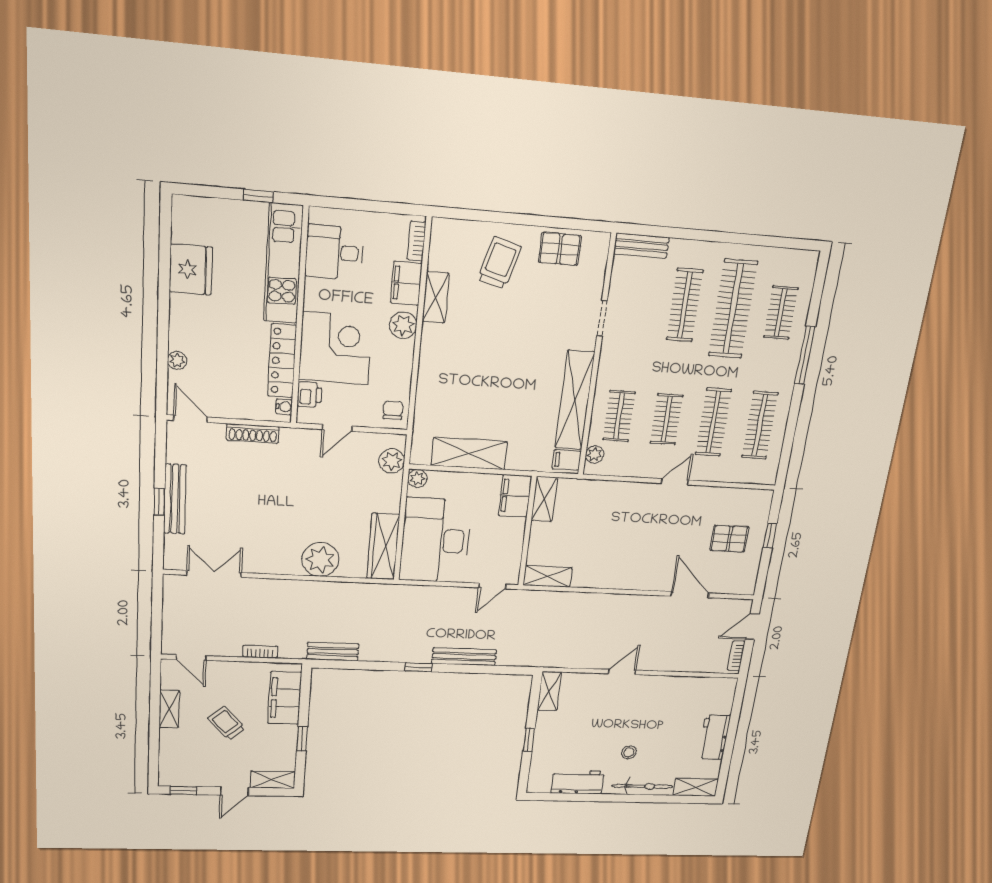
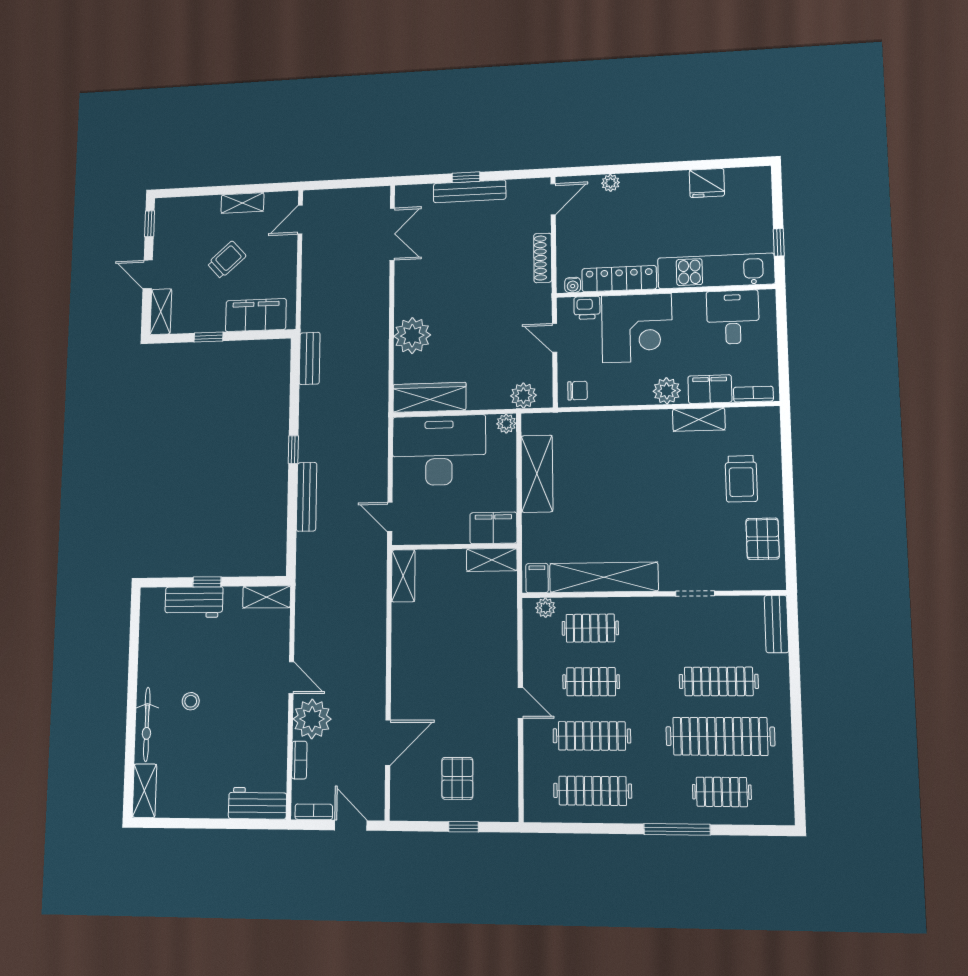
trolley: (499, 263) -> (741, 479), turned 74
fridge: (191, 270) -> (707, 183), width x0.73, depth x0.75
bookcase: (260, 652) -> (299, 760), moved
plant: (660, 656) -> (312, 719), added
workbench: (714, 737) -> (258, 803), moved
workbench: (577, 782) -> (194, 602), moved, turned 90

